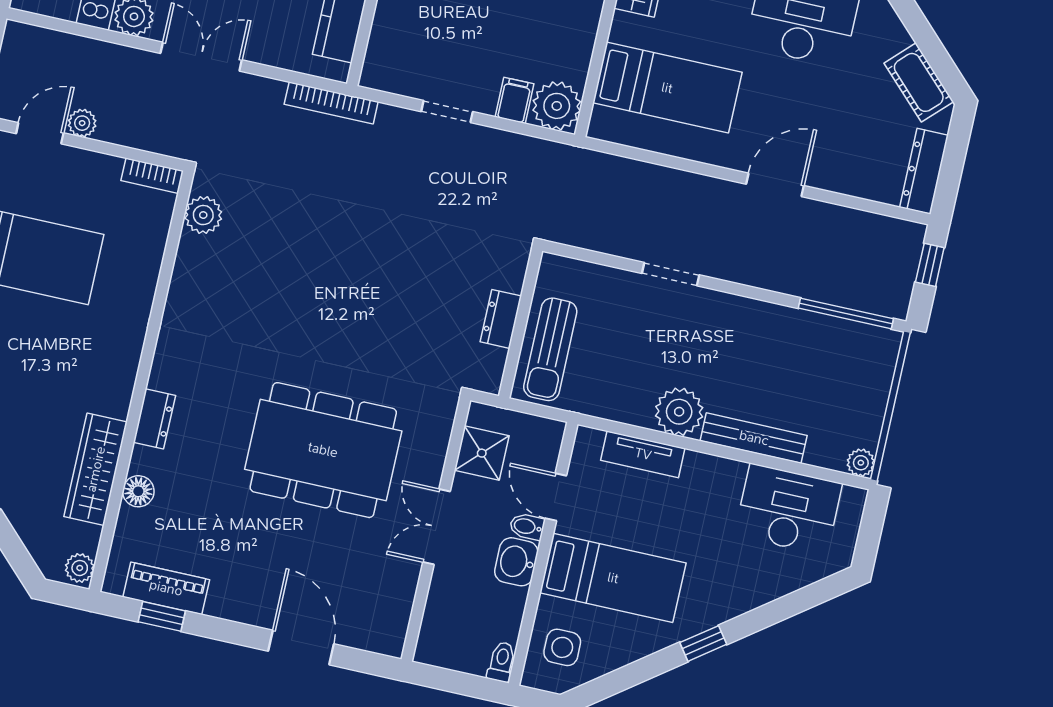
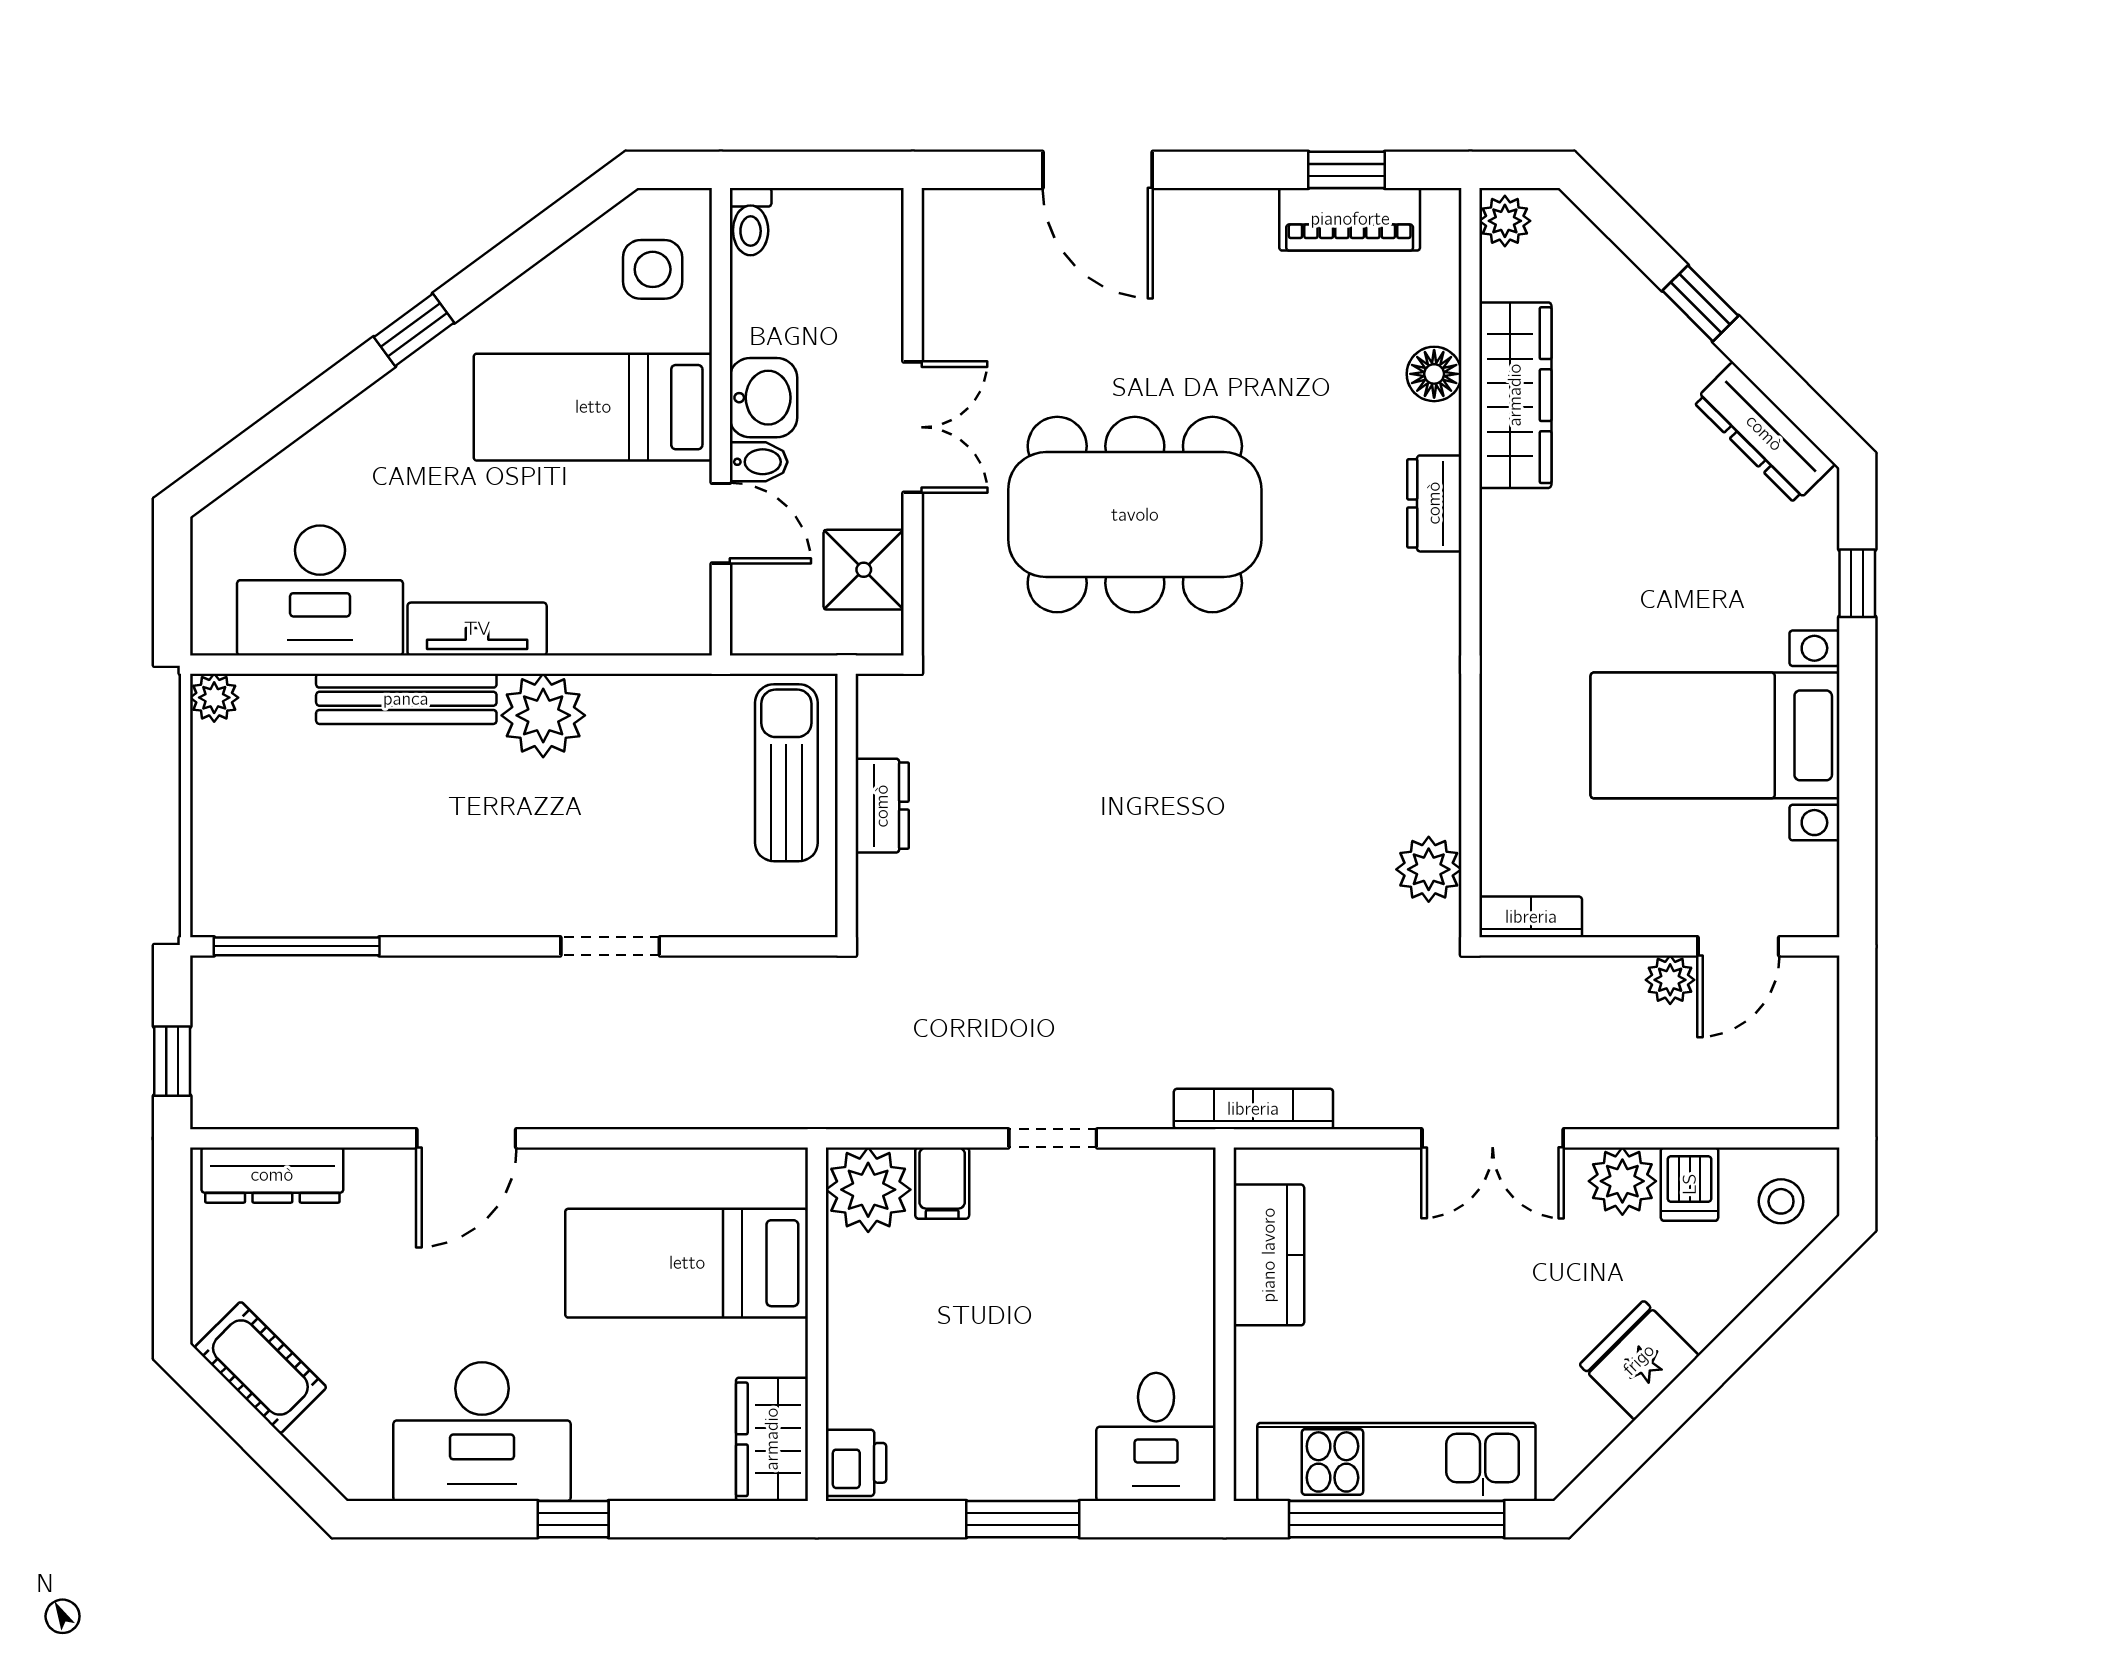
dresser: (924, 171) -> (272, 1175), moved, turned 90
tv unit: (643, 454) -> (477, 629), moved

